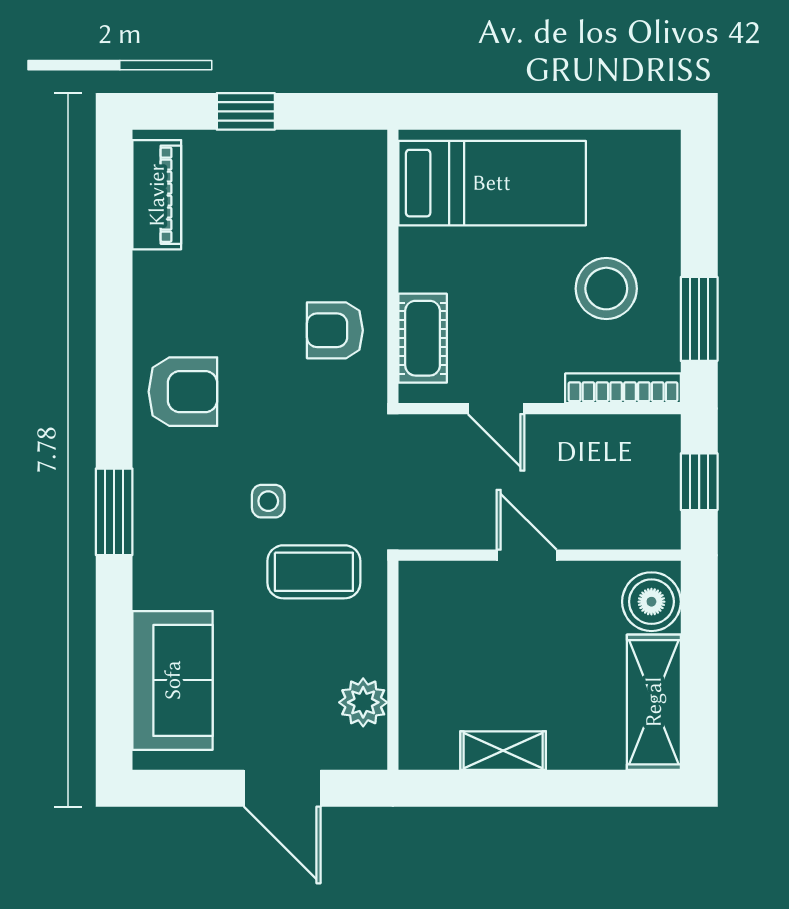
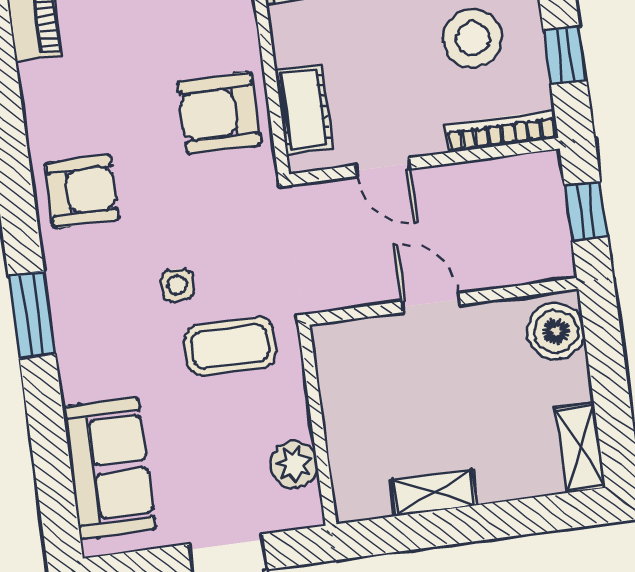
window: (699, 319) -> (565, 55), width x0.67
armchair: (335, 330) -> (219, 113), width x1.38, depth x1.38
shelving: (654, 702) -> (581, 447), width x0.67, depth x0.75

